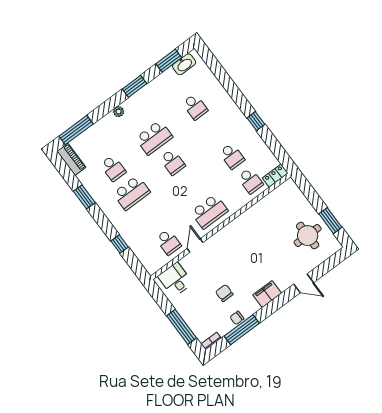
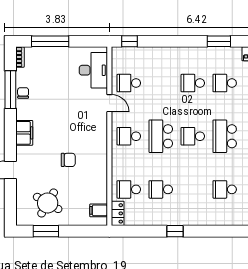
school desk: (191, 187) -> (161, 136), added
filing cabinet: (284, 192) -> (99, 210), added
school desk: (132, 193) -> (193, 83), width x0.54
school desk: (209, 211) -> (129, 136), width x0.54
round table: (308, 236) -> (48, 203), turned 30
window: (120, 244) -> (129, 41), moved
desk: (175, 280) -> (93, 70), width x1.37
chair: (224, 293) -> (68, 160), moved

